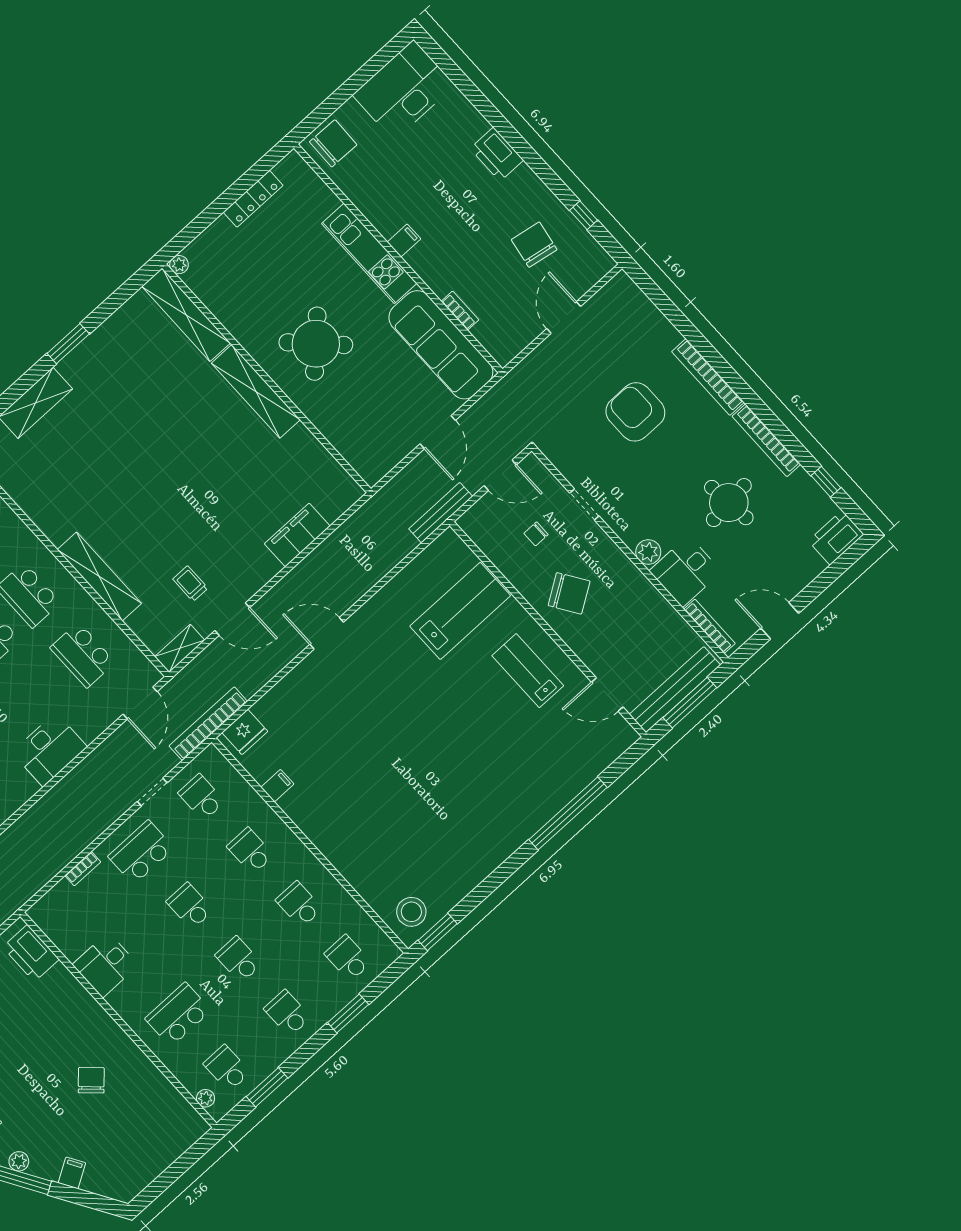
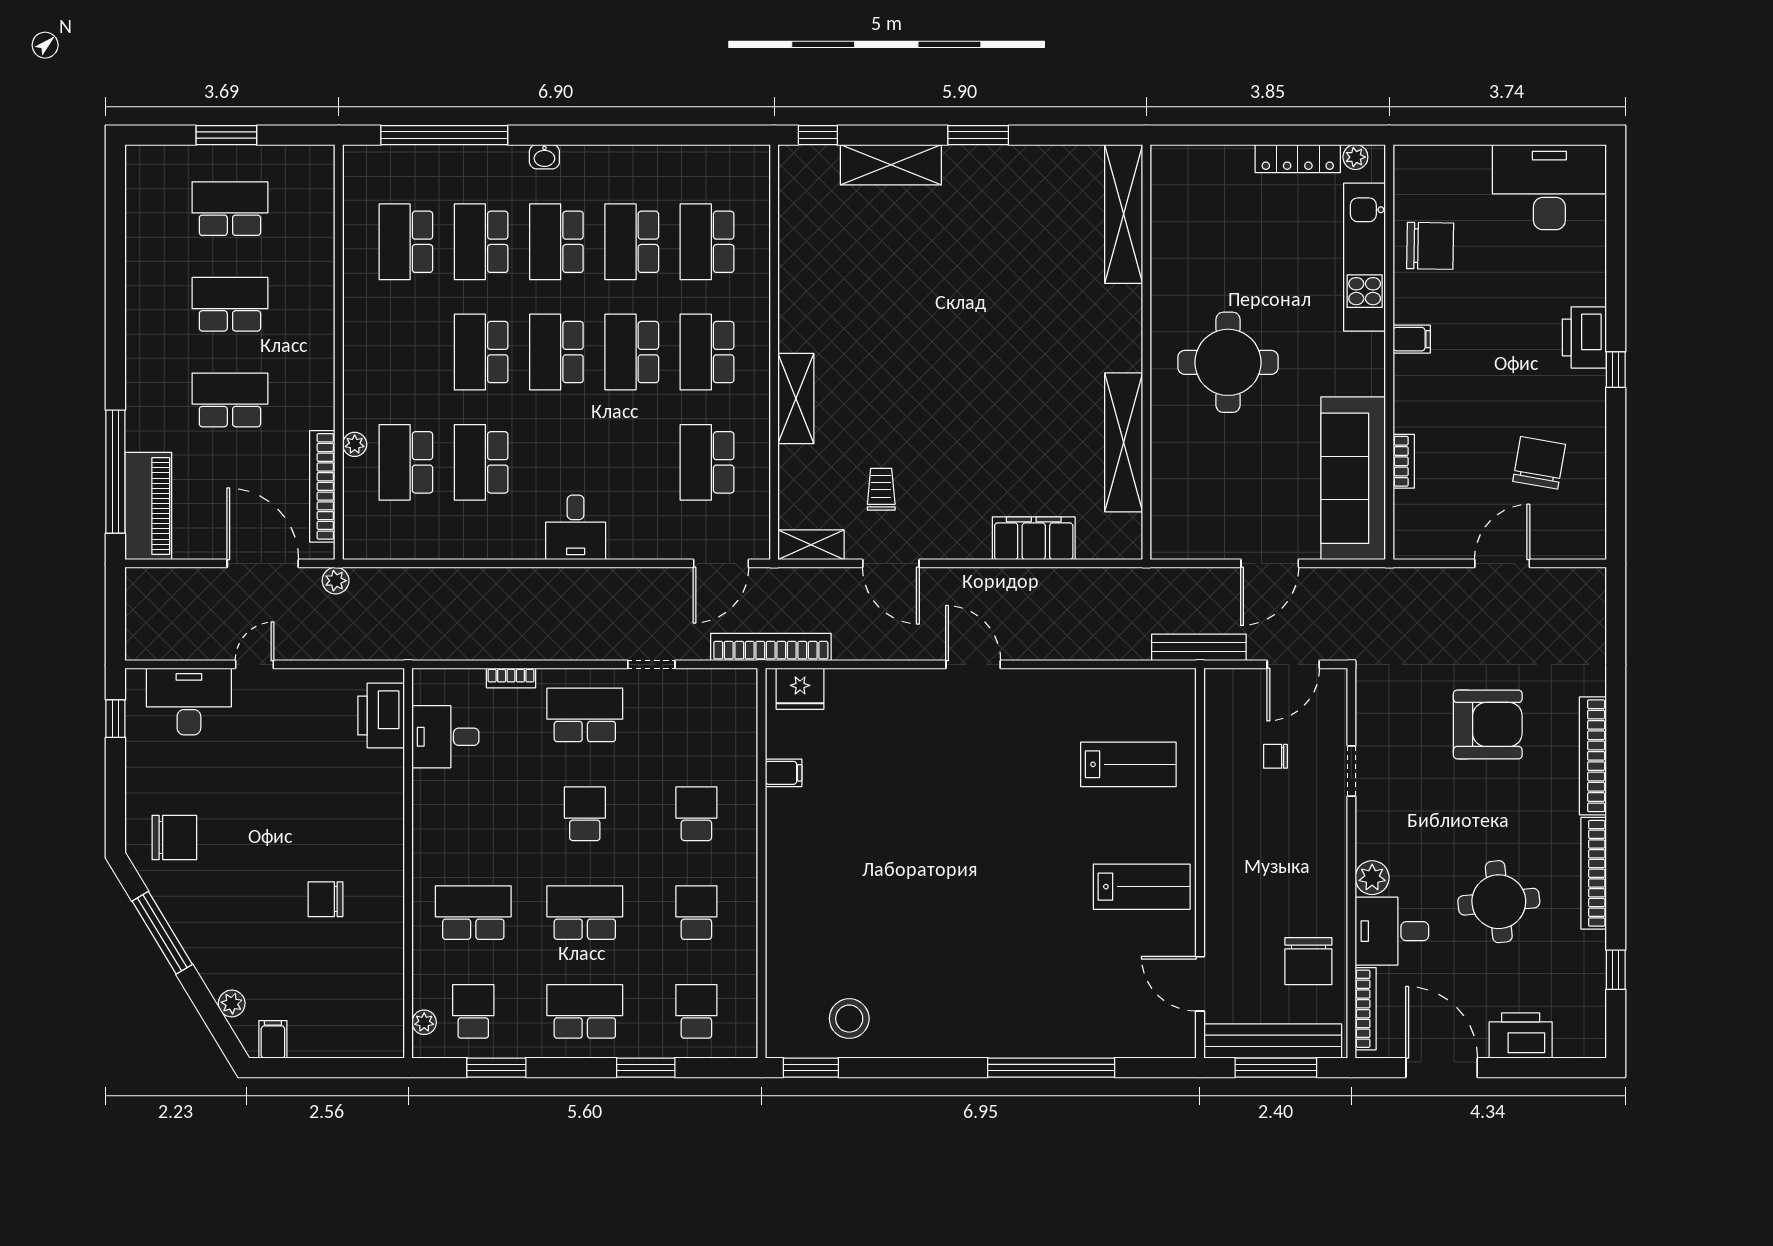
chair: (333, 143) -> (1430, 246), moved
window: (583, 215) -> (1616, 370), moved
kitchen unit: (369, 253) -> (1365, 257), moved
plant: (179, 265) -> (1355, 157), moved
round table: (316, 344) -> (1228, 362), turned 45
shelving: (256, 391) -> (1124, 442), moved
armchair: (635, 412) -> (1488, 724), turned 90
door: (500, 475) -> (1293, 664), hinge flipped
printer: (836, 538) -> (1521, 1035), moved
shelving: (99, 577) -> (796, 398), width x0.68
chair: (569, 593) -> (1308, 961), moved, turned 33
lab bench: (460, 611) -> (1128, 764), width x0.73, depth x0.72
door: (780, 621) -> (1442, 1068), width x1.36
lab bench: (528, 671) -> (1142, 887), turned 90
desk: (50, 750) -> (576, 527), width x0.73
school desk: (202, 797) -> (696, 715), removed
stool: (411, 912) -> (849, 1019), moved
school desk: (239, 959) -> (585, 913), width x1.85
desk: (105, 965) -> (445, 737), moved
school desk: (287, 1013) -> (585, 1011), width x1.85
chair: (91, 1080) -> (325, 899), turned -133
plant: (19, 1161) -> (232, 1003), moved
filing cabinet: (72, 1173) -> (273, 1039), moved, turned -59

